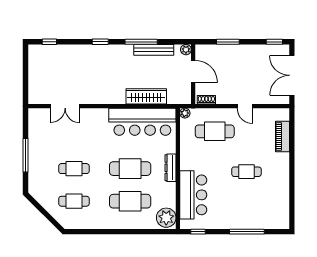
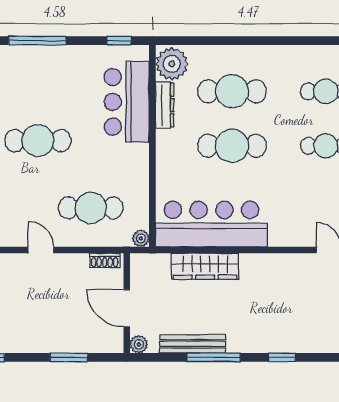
dresser: (170, 168) -> (165, 105), moved
cafe table: (246, 172) -> (38, 141), width x1.37, depth x1.35

